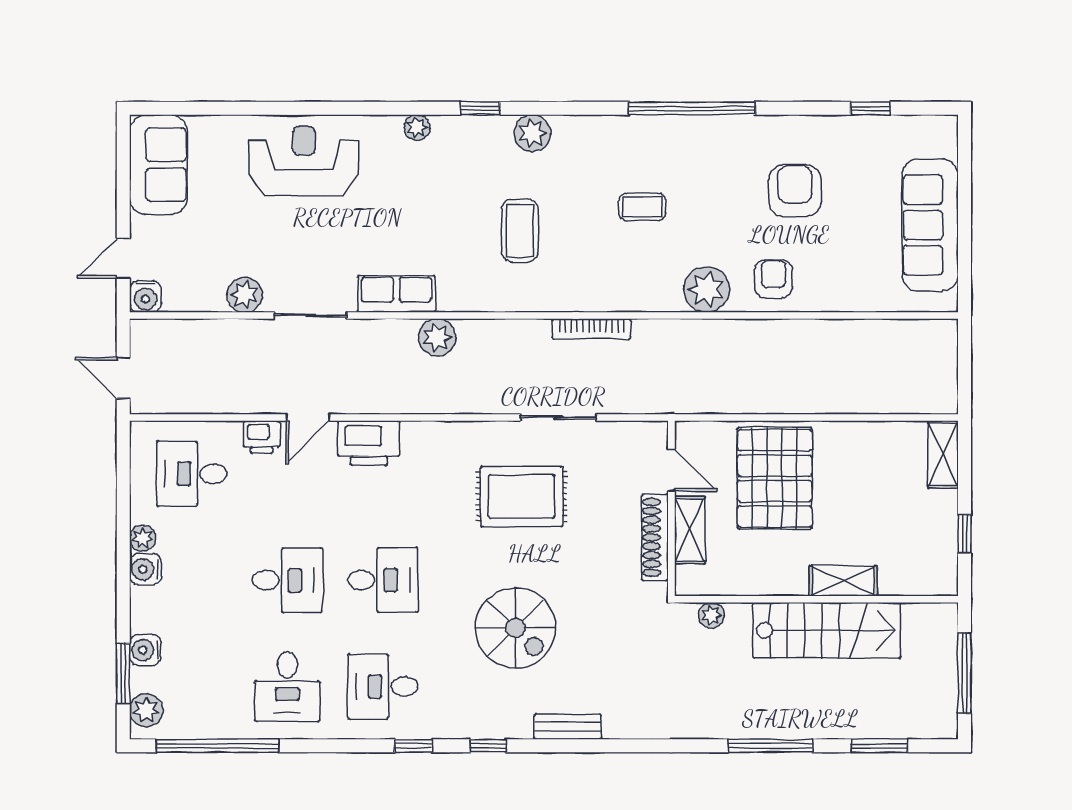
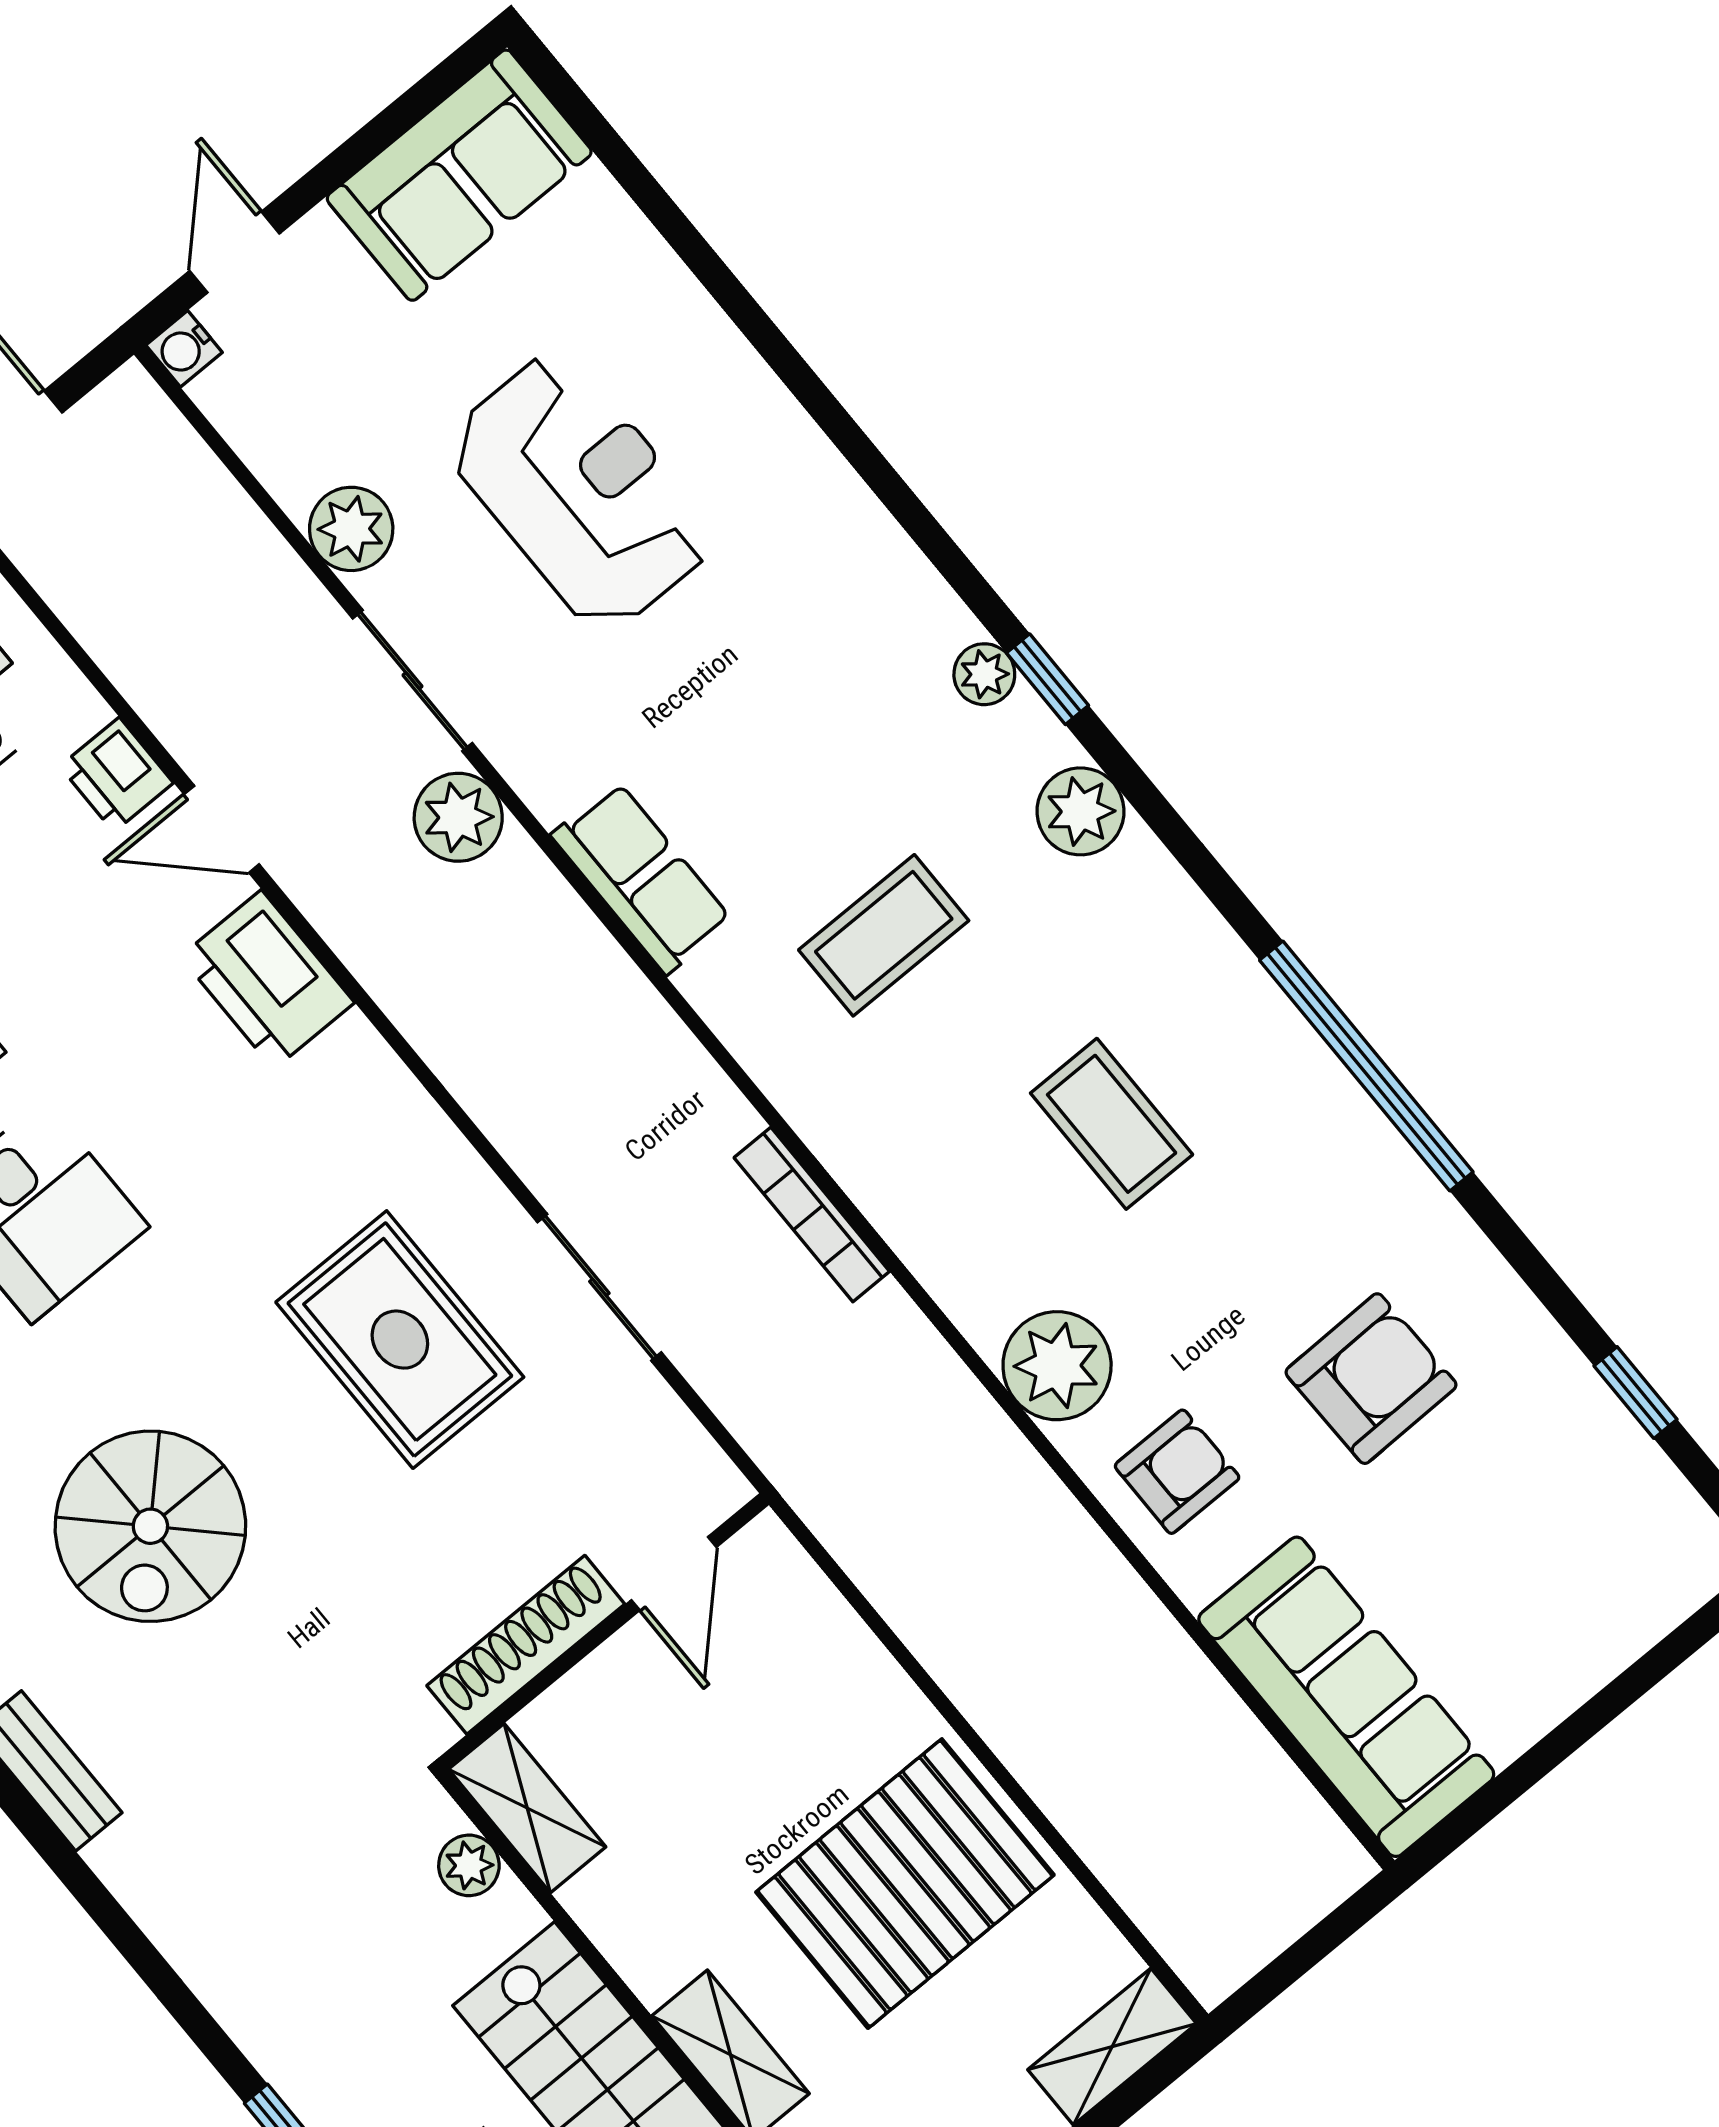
plant: (417, 128) -> (984, 674), moved
reception desk: (304, 161) -> (581, 491), moved
coffee table: (642, 207) -> (1112, 1124), width x1.36, depth x1.30
sofa: (930, 225) -> (1346, 1697), moved, turned 90
door: (123, 259) -> (234, 252), hinge flipped
row of seats: (396, 294) -> (642, 878), moved
water cooler: (145, 296) -> (184, 349), width x0.72, depth x0.72
plant: (437, 337) -> (458, 817), moved
pallet: (775, 478) -> (905, 1884), moved
shelving: (690, 530) -> (527, 1808), moved, turned 90

